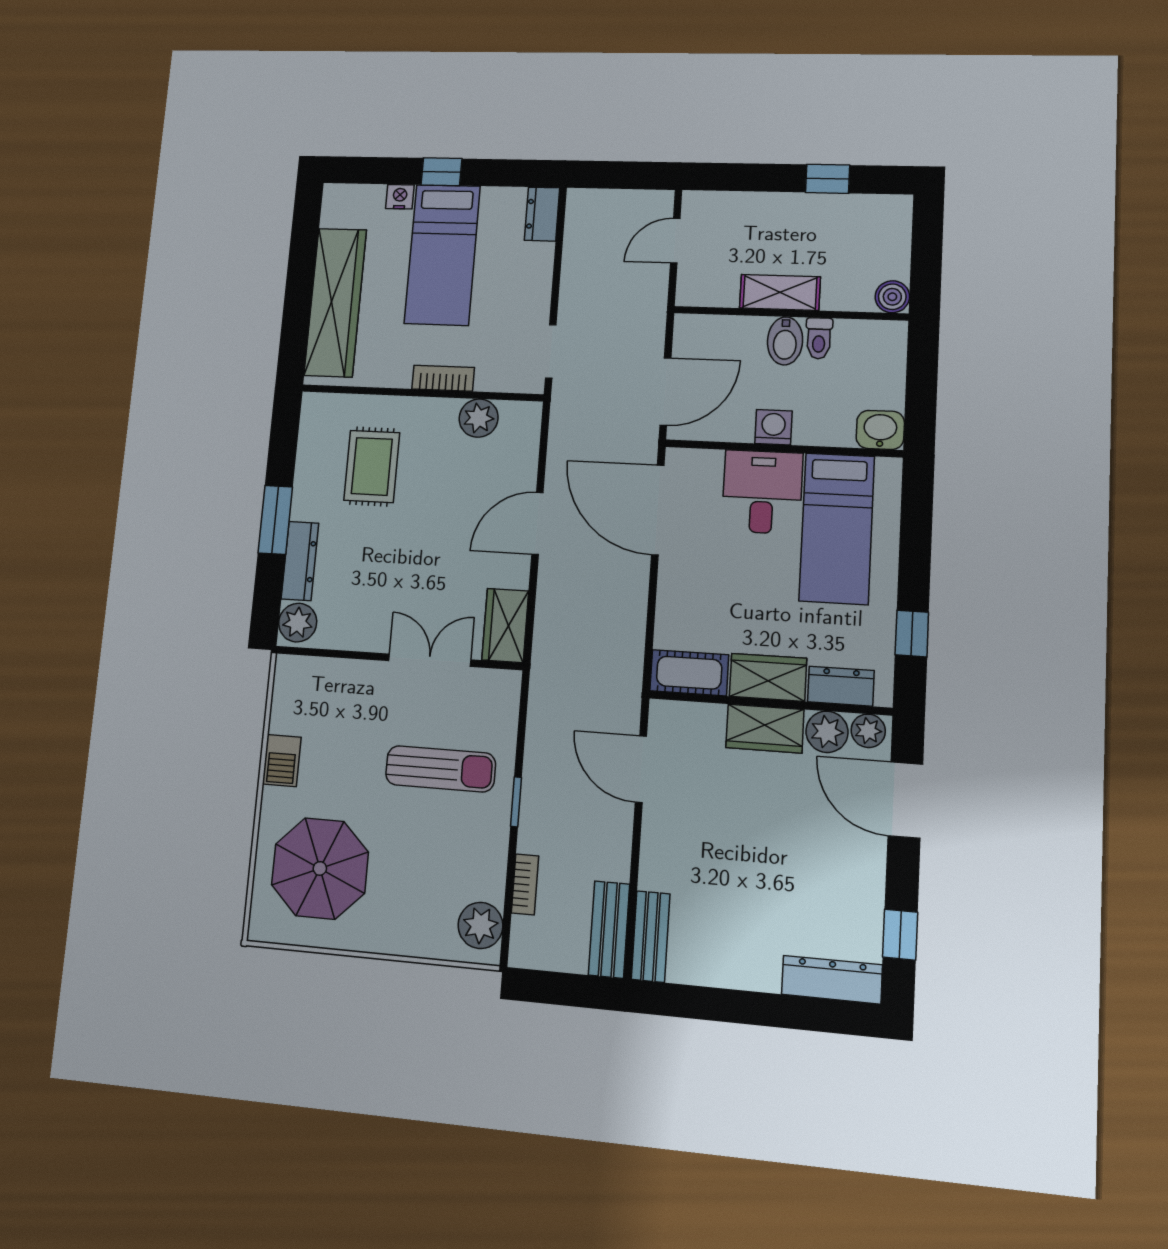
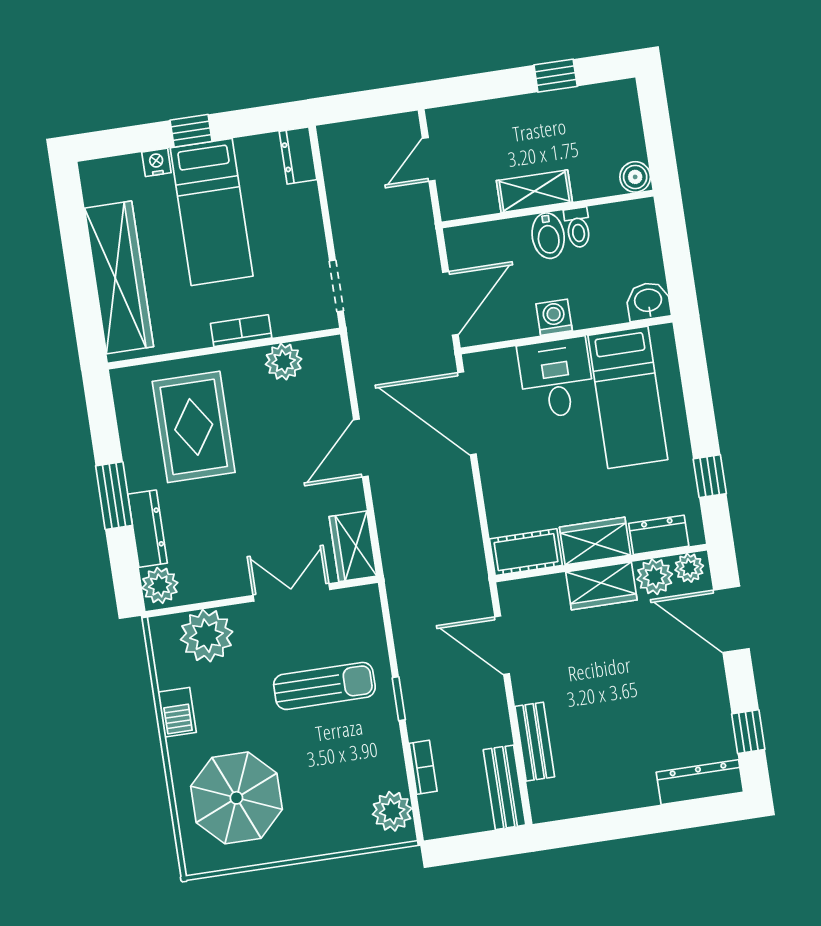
rug: (372, 466) -> (194, 427), width x1.36, depth x1.43
plant: (332, 686) -> (207, 636), added
bench: (651, 937) -> (535, 742), moved

